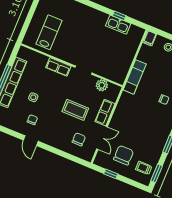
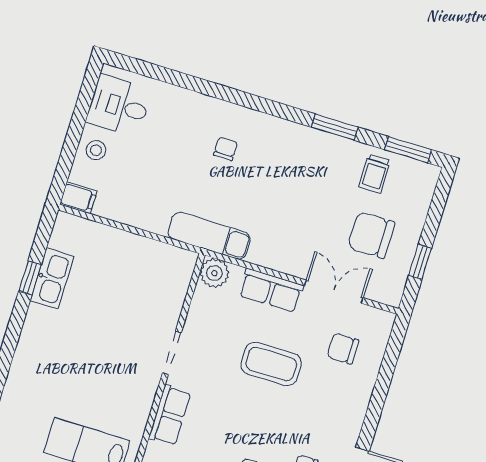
exam couch: (135, 77) -> (209, 236), moved
plant: (102, 85) -> (214, 273), moved
coffee table: (75, 110) -> (271, 364), turned 90
trolley: (144, 168) -> (375, 174), moved

